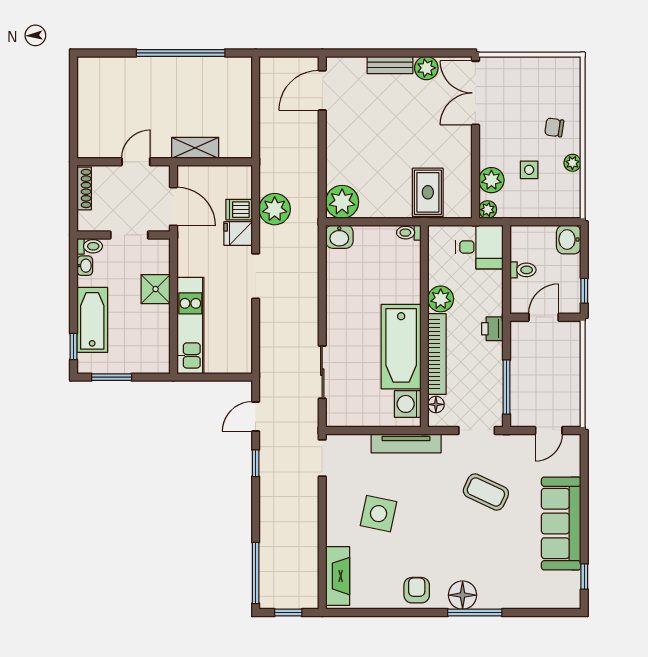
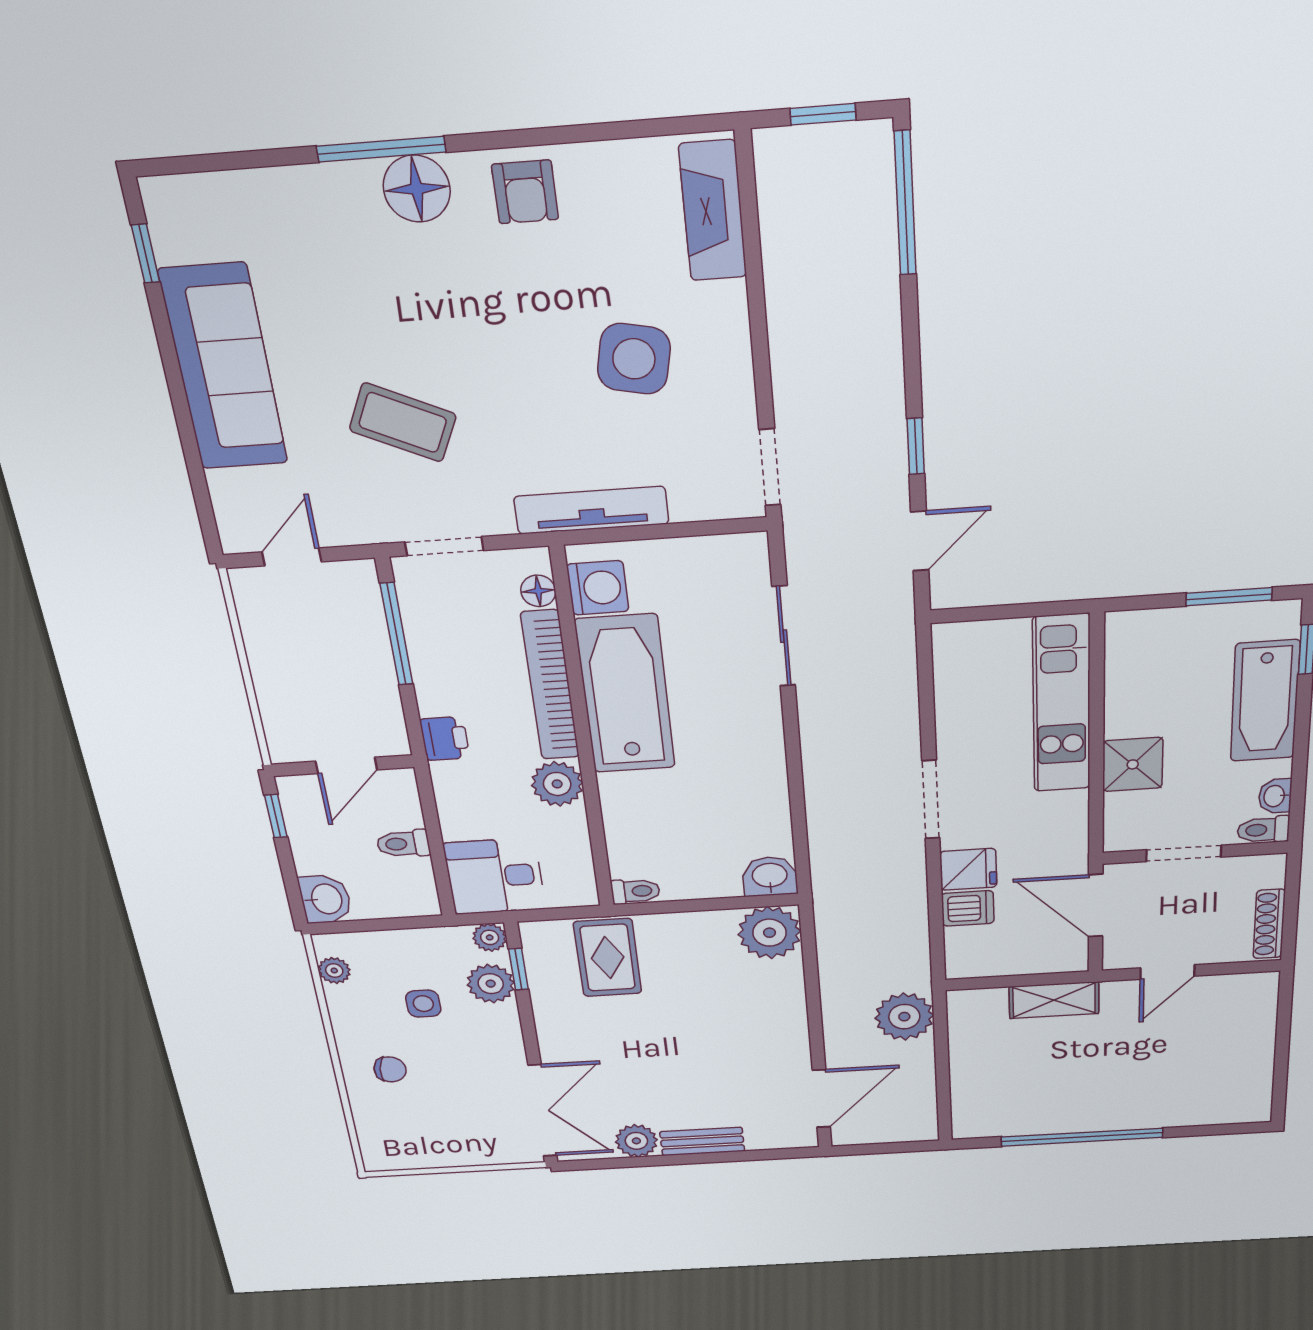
plant: (572, 163) -> (334, 971), moved
window: (475, 188) -> (518, 969), added
plant: (275, 209) -> (904, 1017), moved

